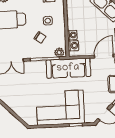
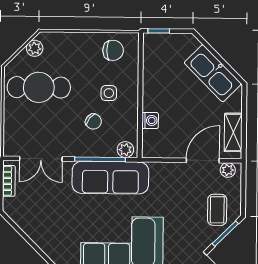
washing machine: (73, 46) -> (151, 139), removed
sofa: (68, 68) -> (110, 178), moved

